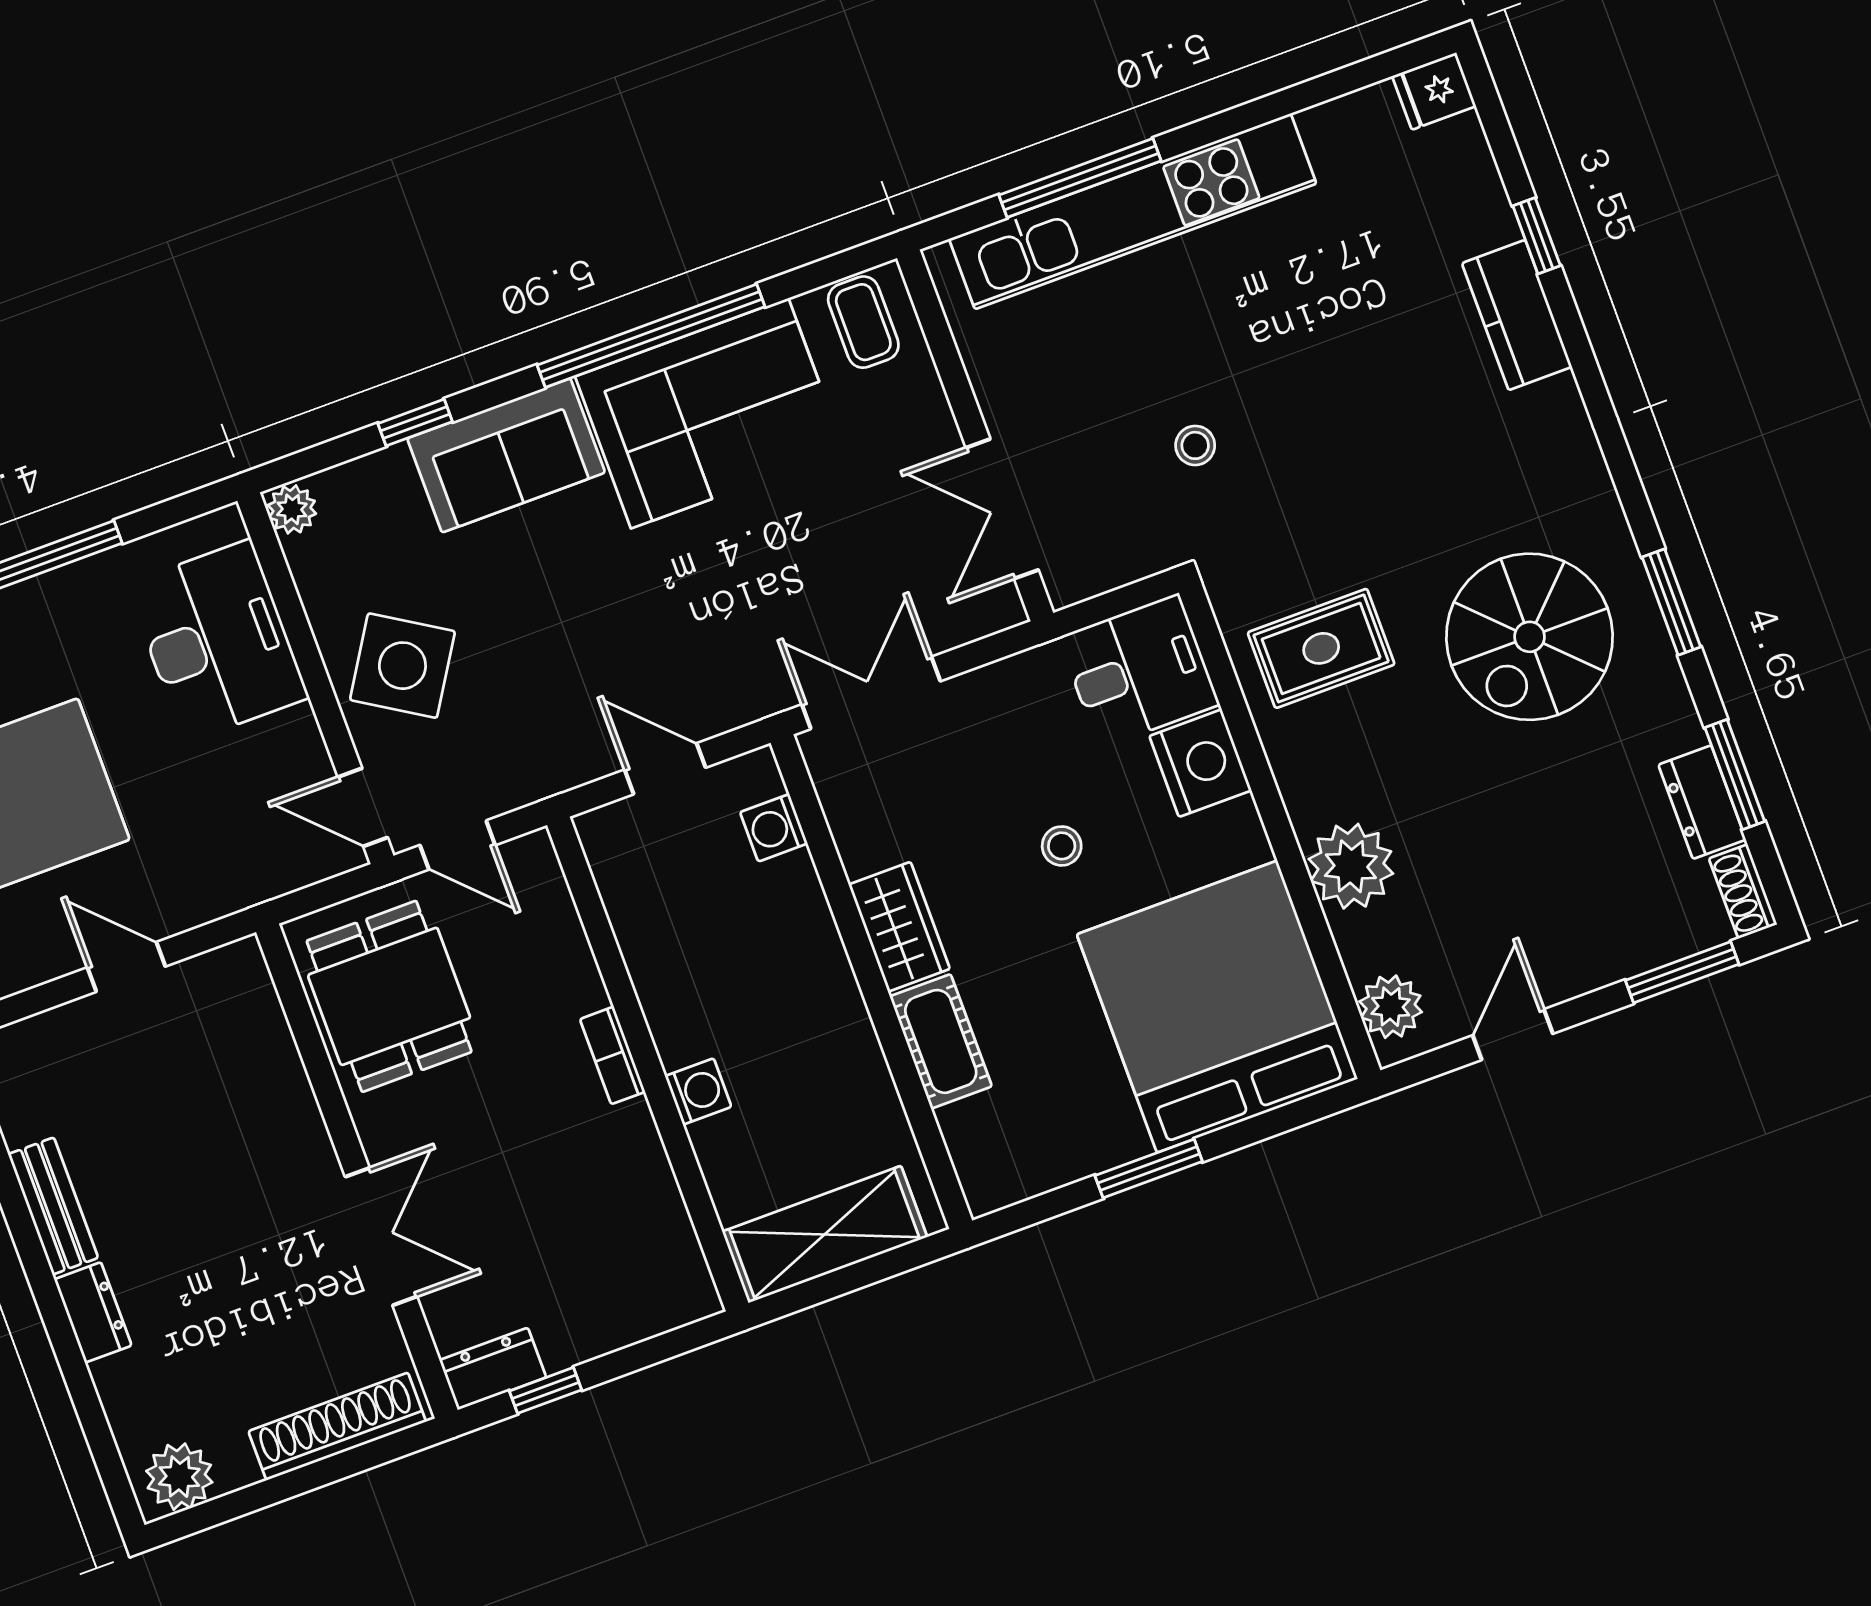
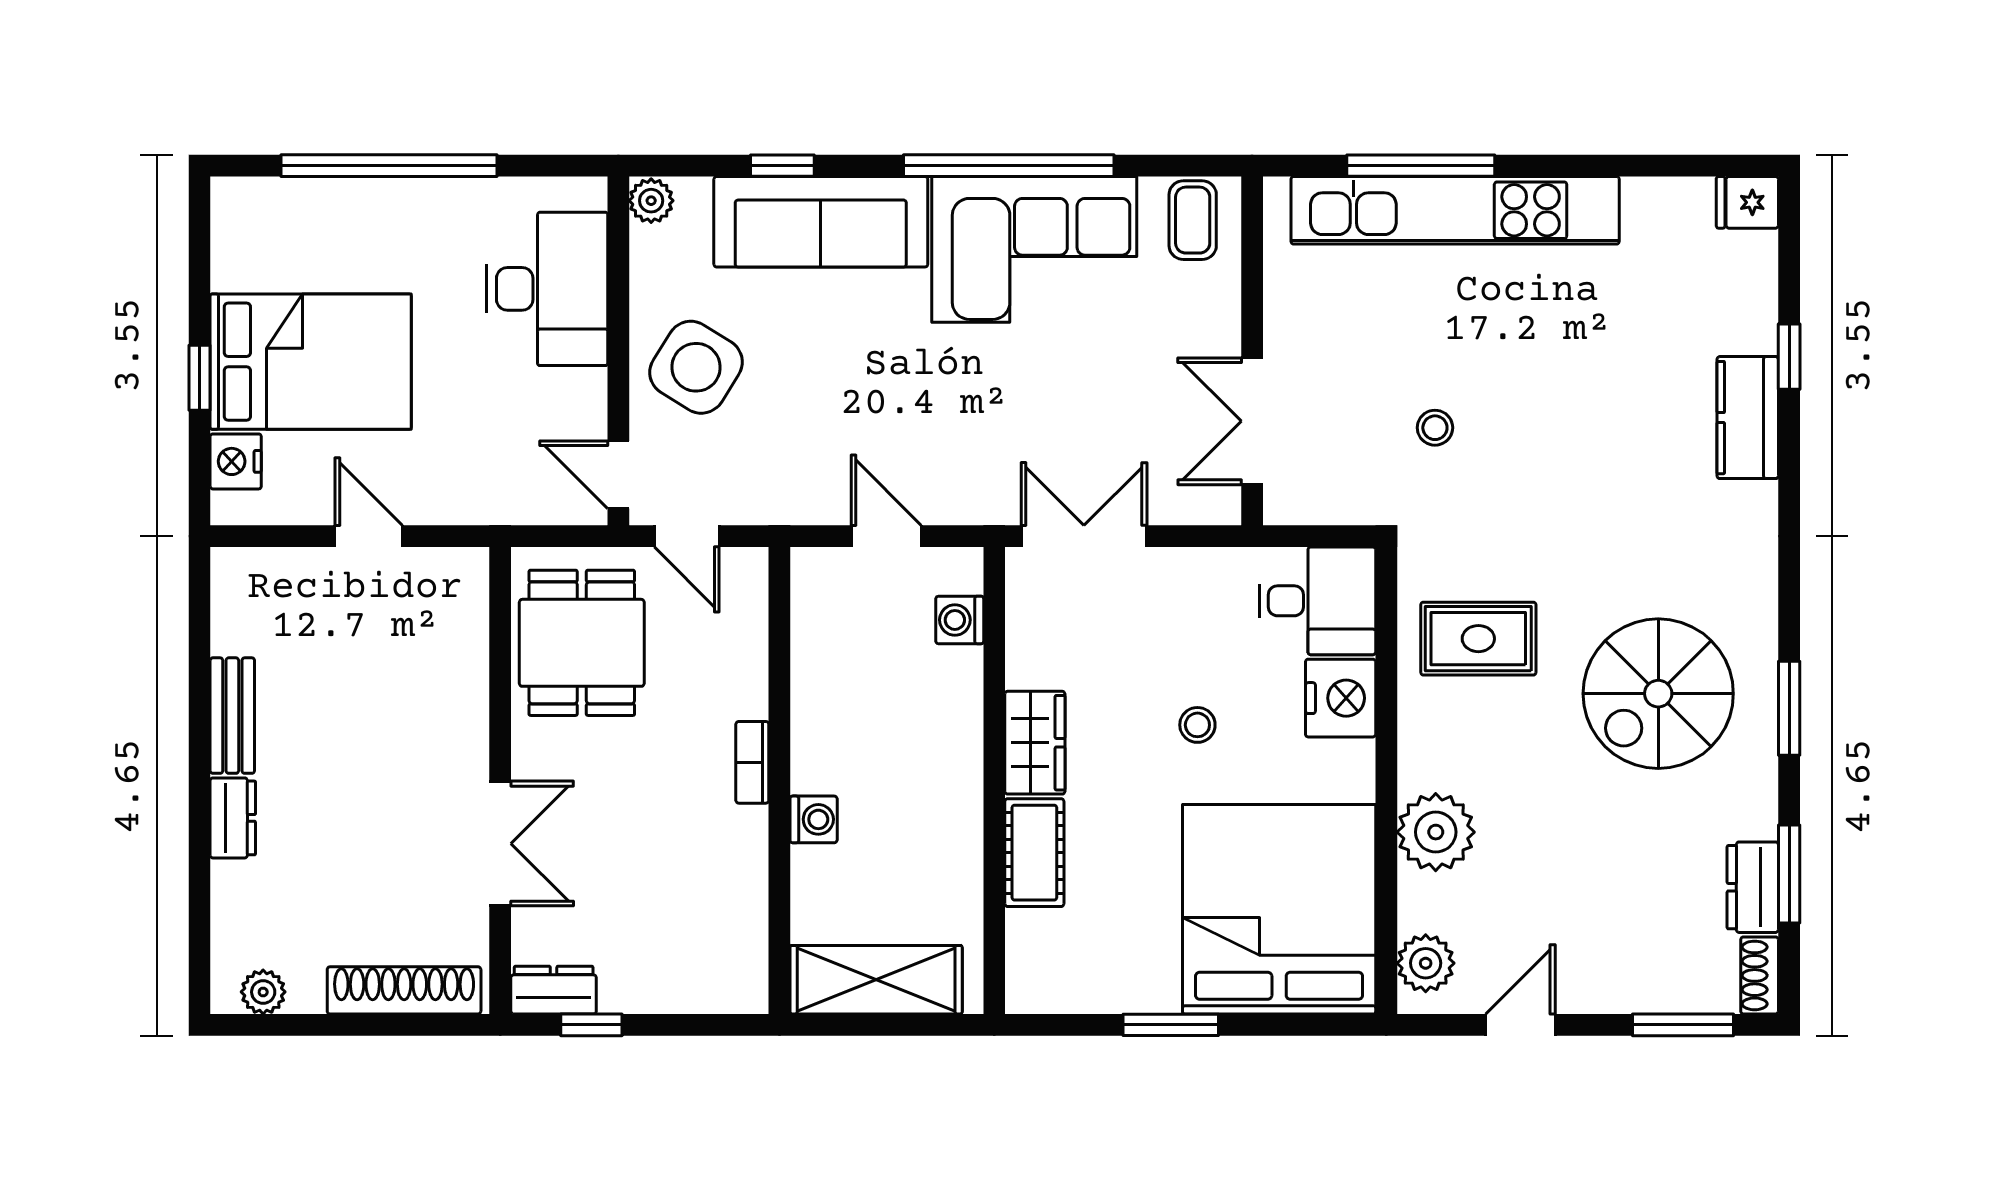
sofa: (506, 455) -> (821, 222), width x1.36
plant: (179, 1477) -> (263, 992), width x0.73, depth x0.73

